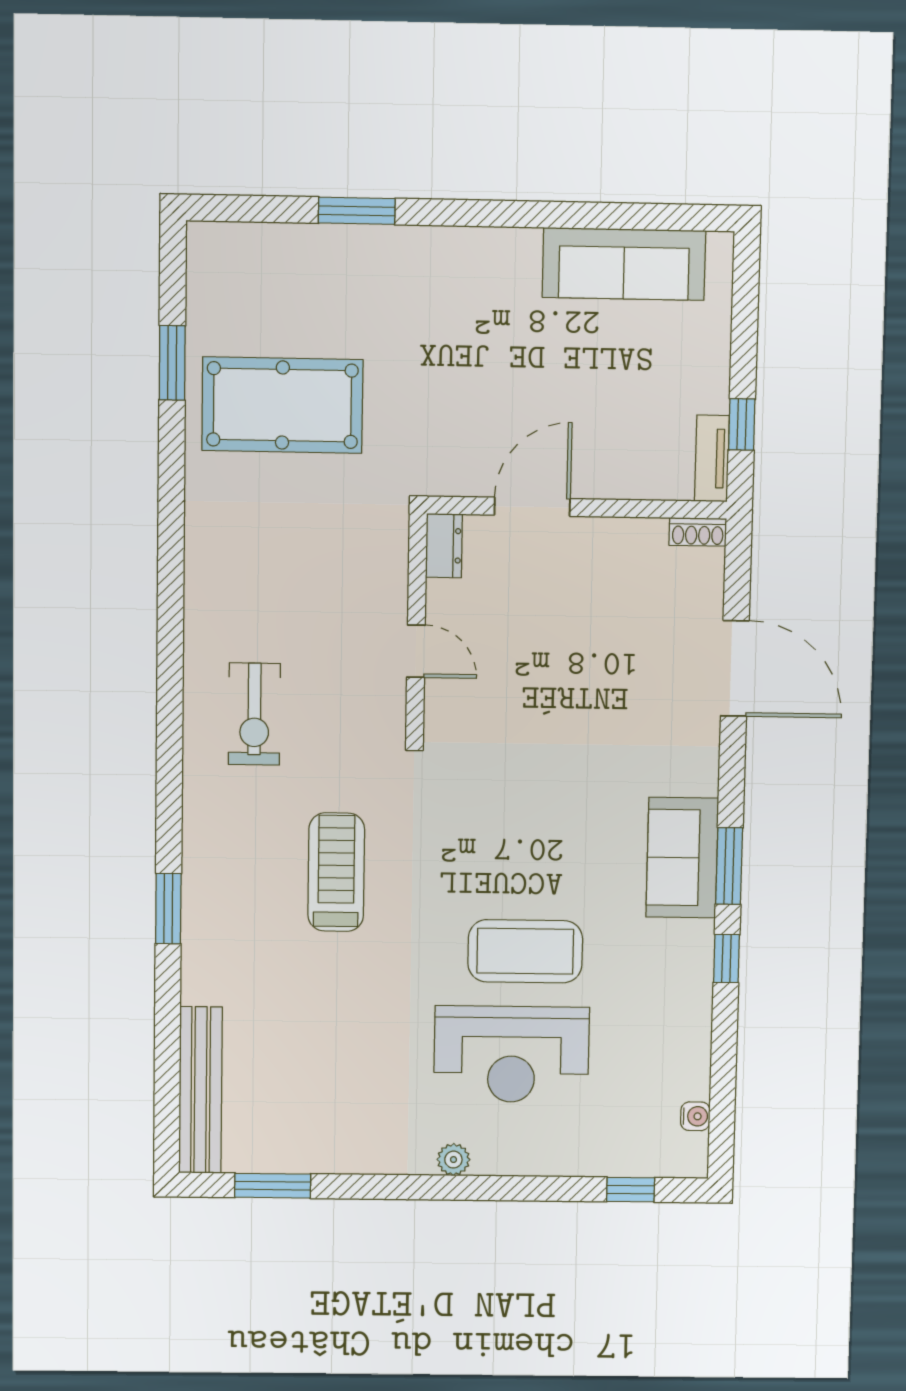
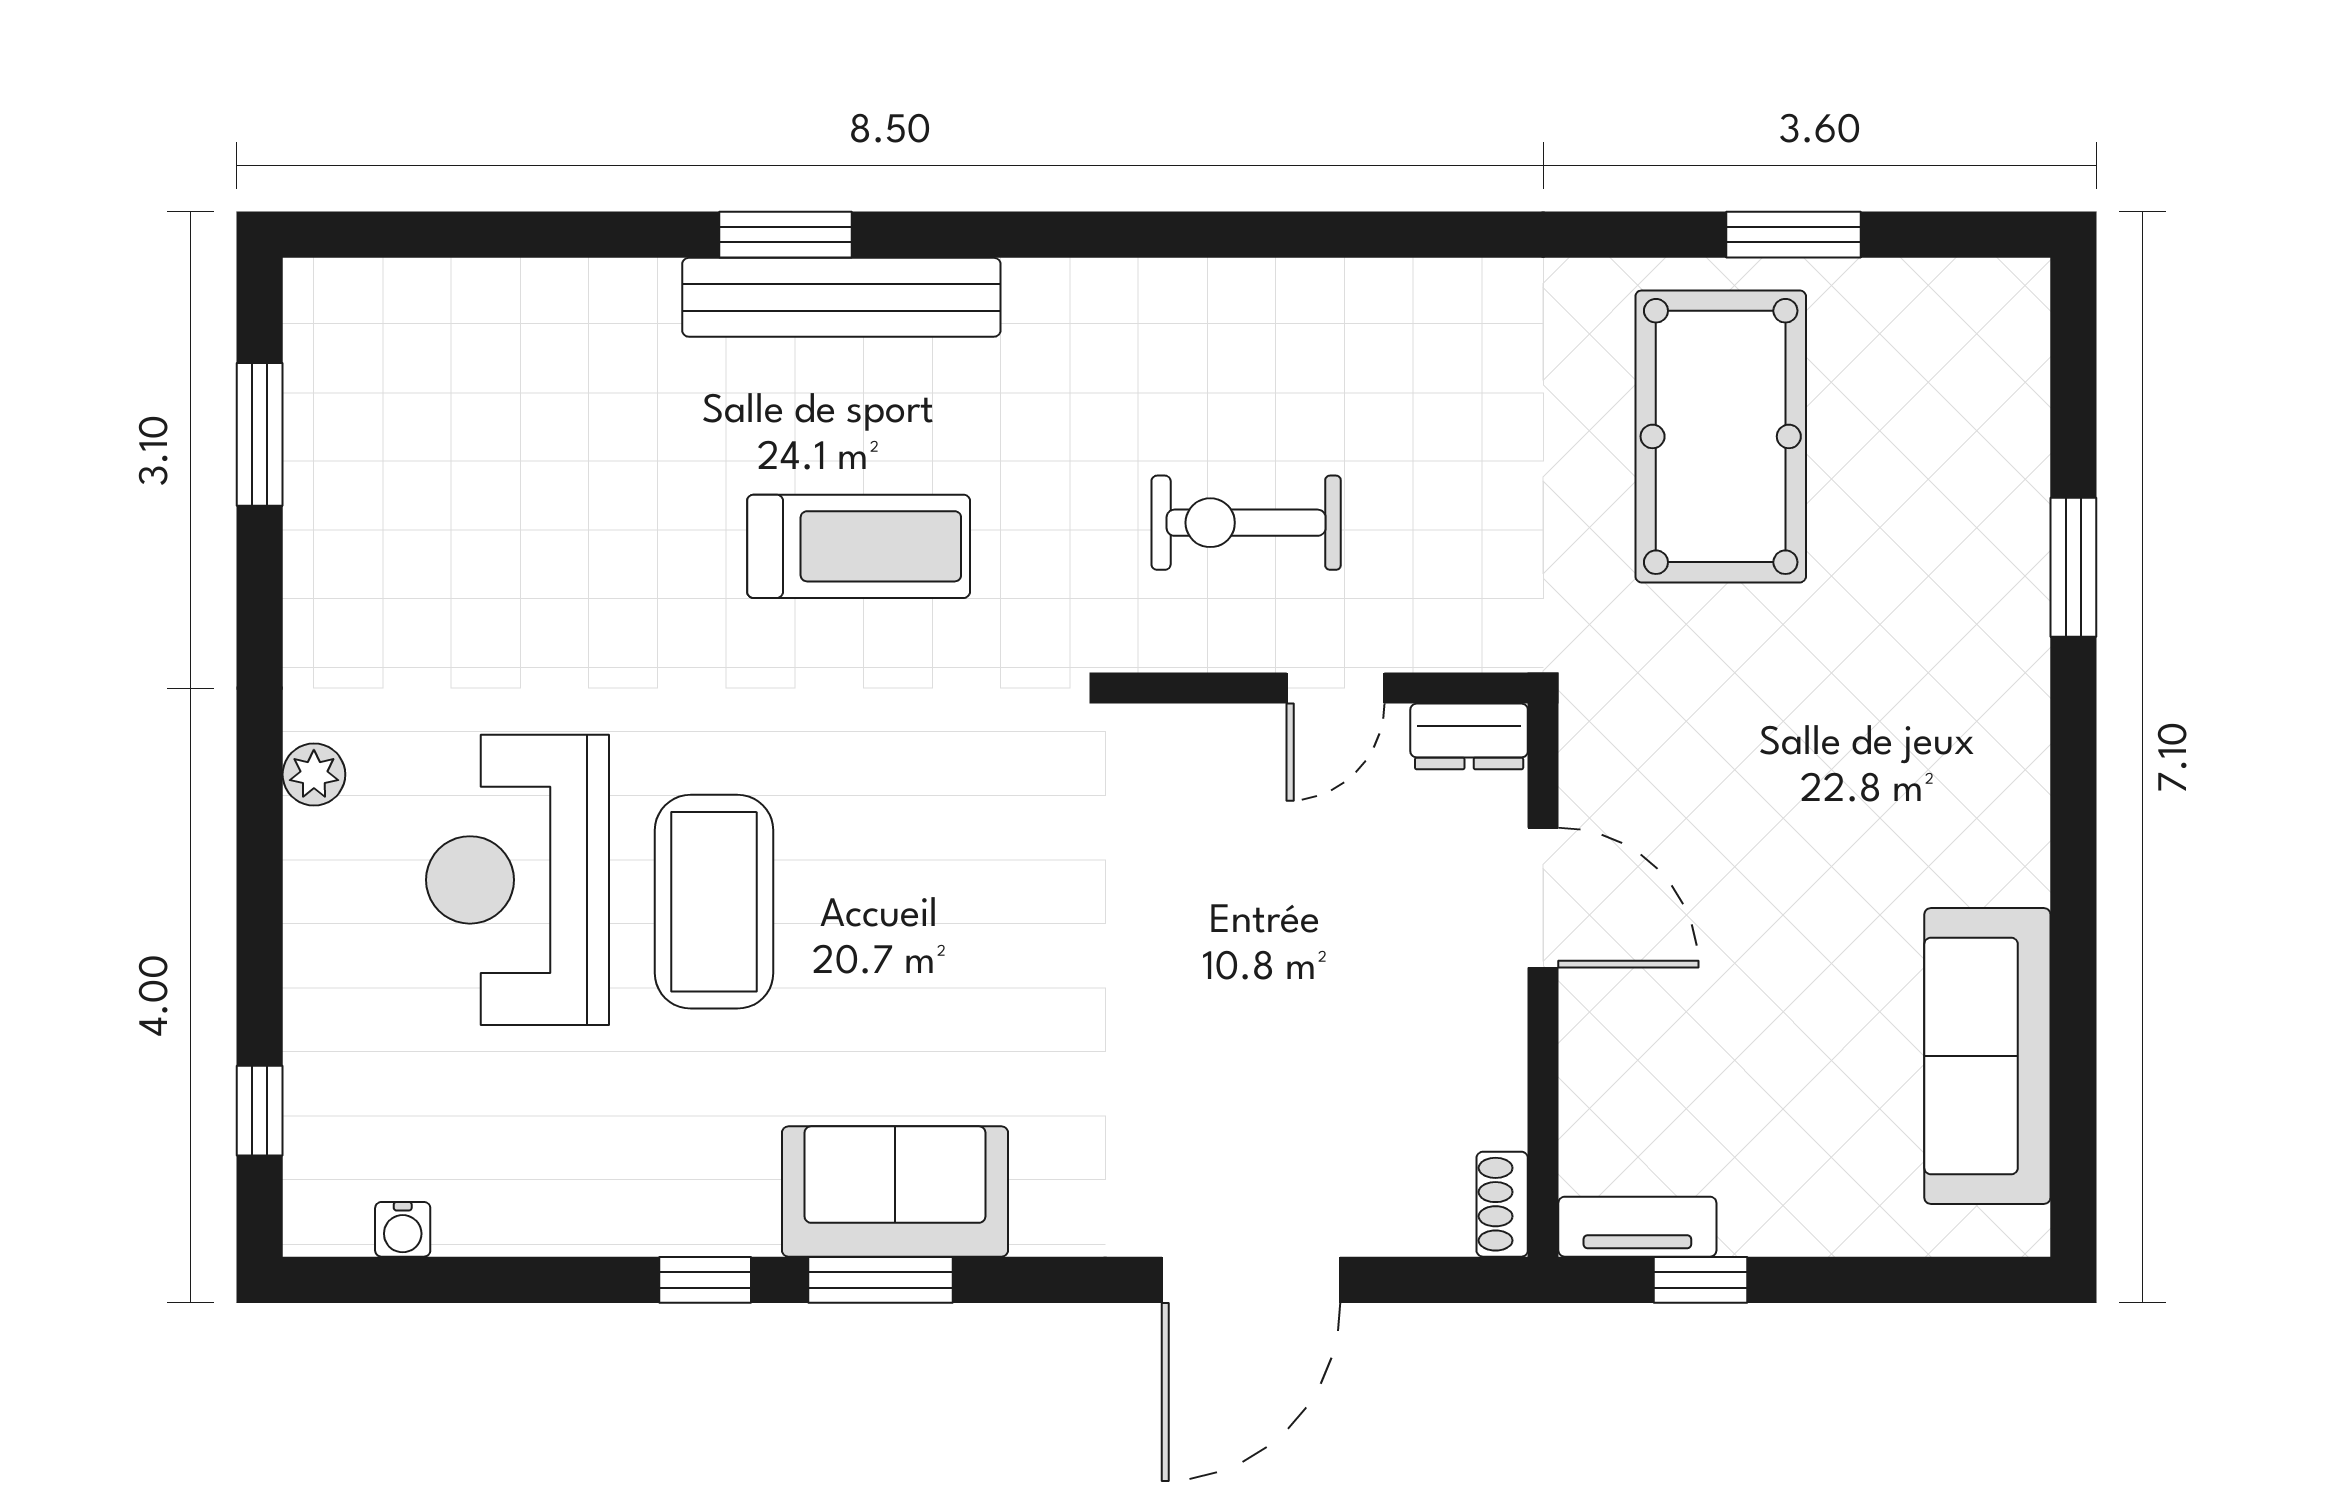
door: (416, 651) -> (1336, 688), moved
exercise bike: (254, 714) -> (1246, 523), moved
bench: (201, 1090) -> (841, 297), moved

